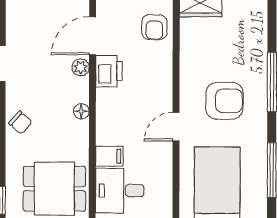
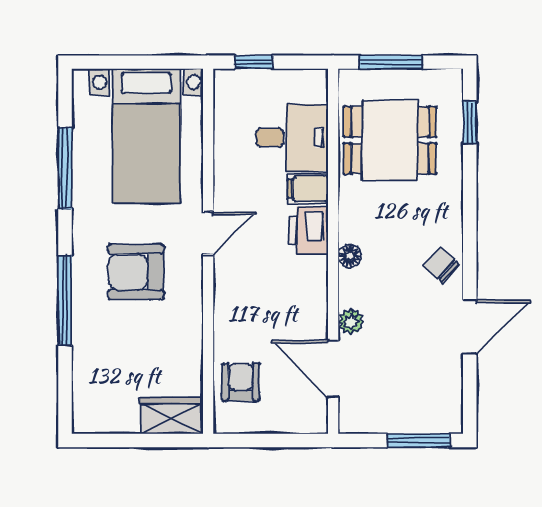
door: (93, 36) -> (333, 369), swing flipped
printer: (109, 71) -> (309, 231), moved
chair: (20, 123) -> (441, 265), moved

